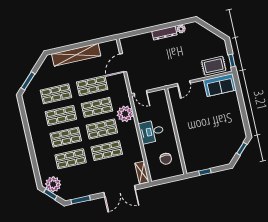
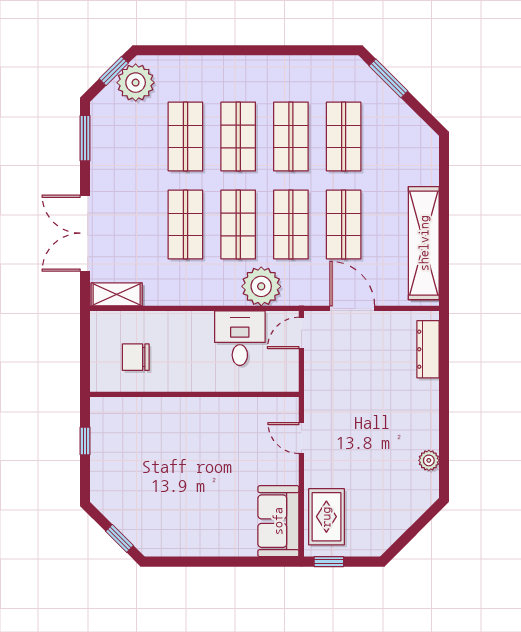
dresser: (164, 33) -> (428, 349), moved
shelving: (76, 55) -> (424, 243), moved
door: (123, 63) -> (352, 308), moved
desk: (151, 132) -> (240, 338), moved

